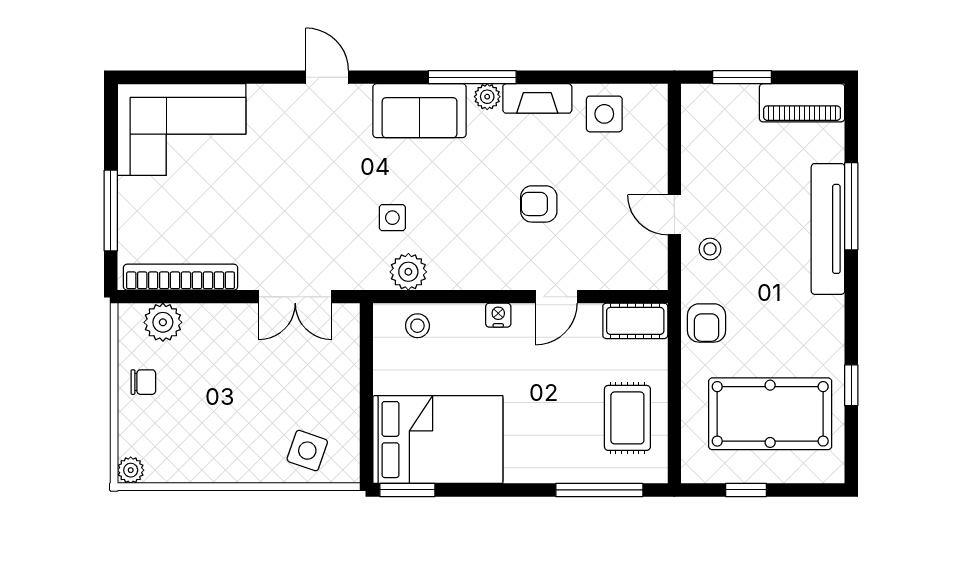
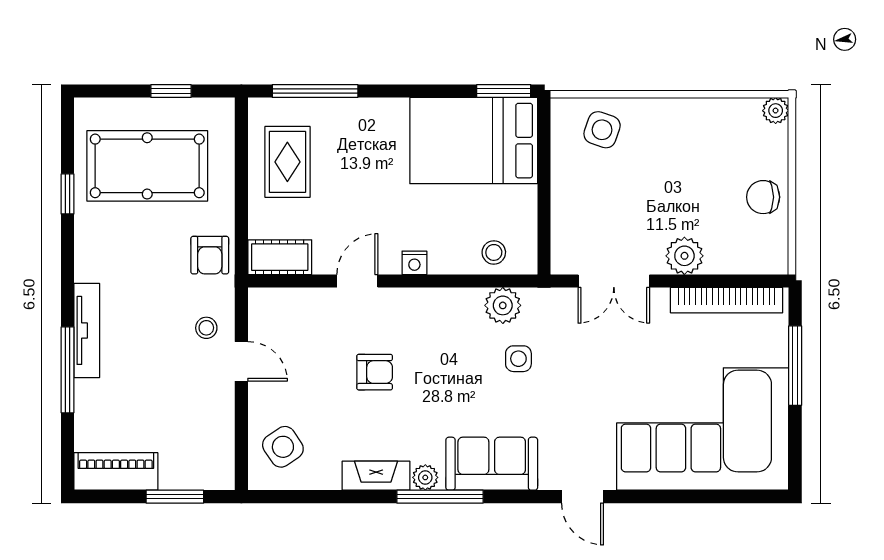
side table: (604, 114) -> (283, 447), moved, turned -34
corner sofa: (182, 130) -> (703, 429), width x1.36, depth x1.36
tv unit: (828, 229) -> (87, 330), width x0.73, depth x0.78
double door: (295, 297) -> (614, 281), swing flipped
plant: (163, 322) -> (684, 256), moved
armchair: (707, 323) -> (210, 255), turned 180
chair: (143, 382) -> (763, 197), width x1.37, depth x1.37

